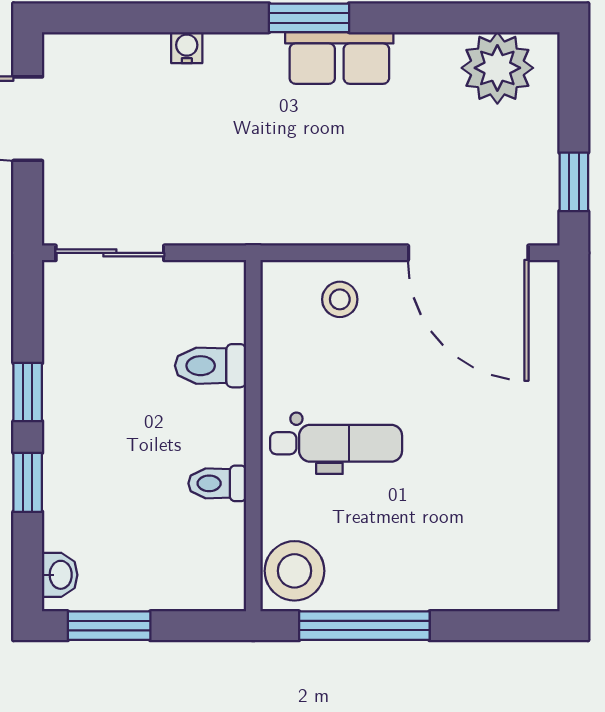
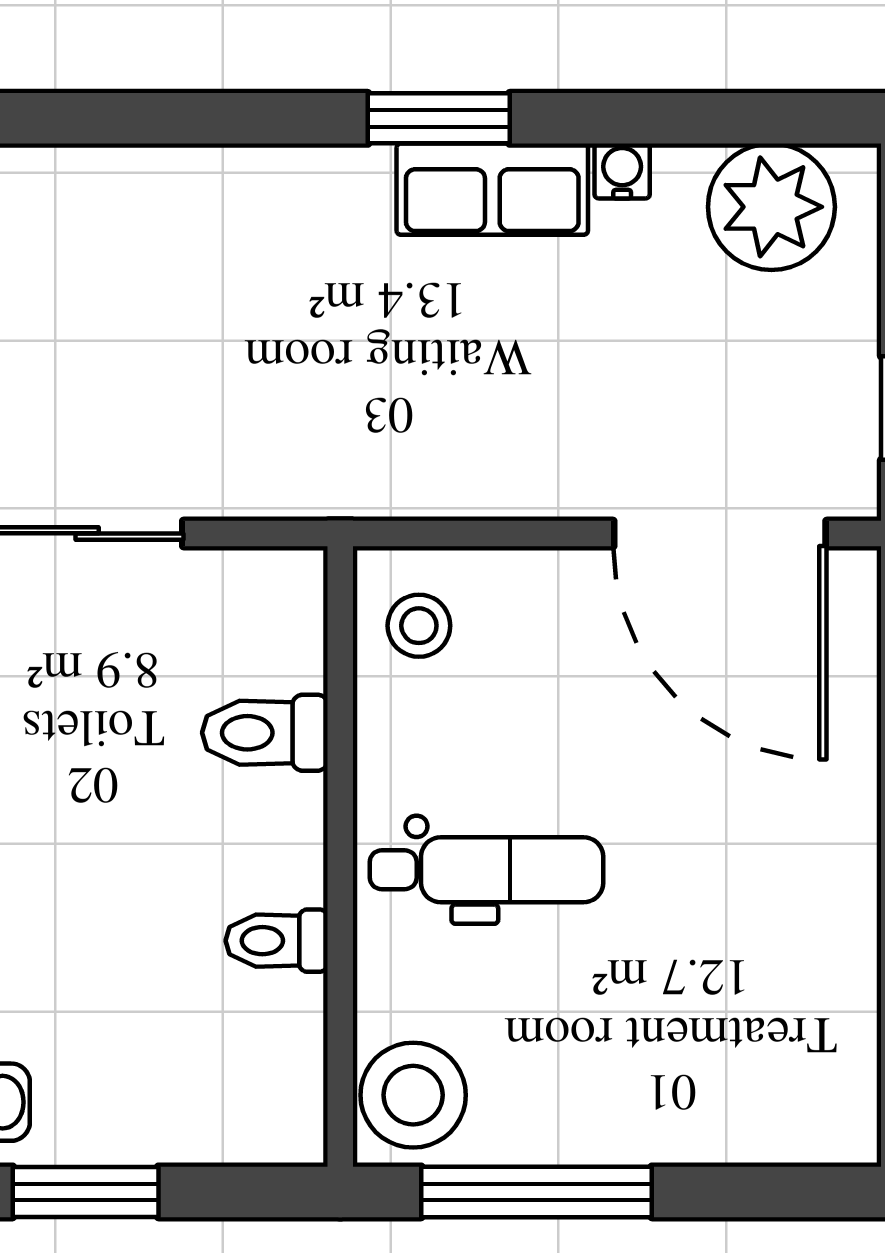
water cooler: (187, 48) -> (622, 171), moved
stool: (340, 299) -> (419, 626), moved

